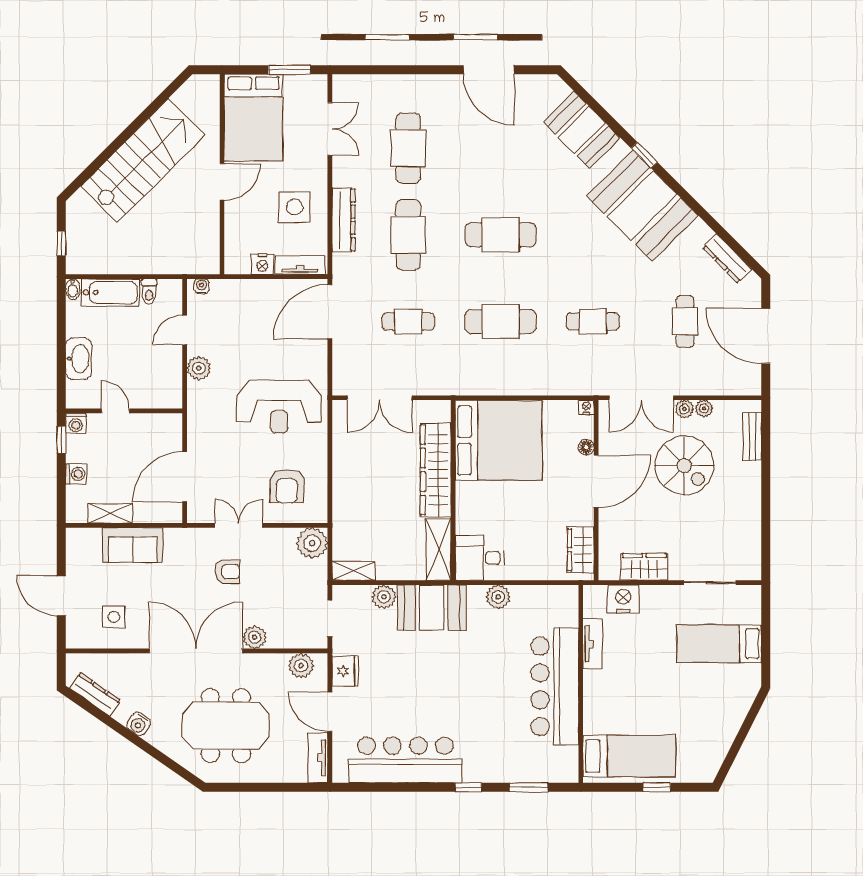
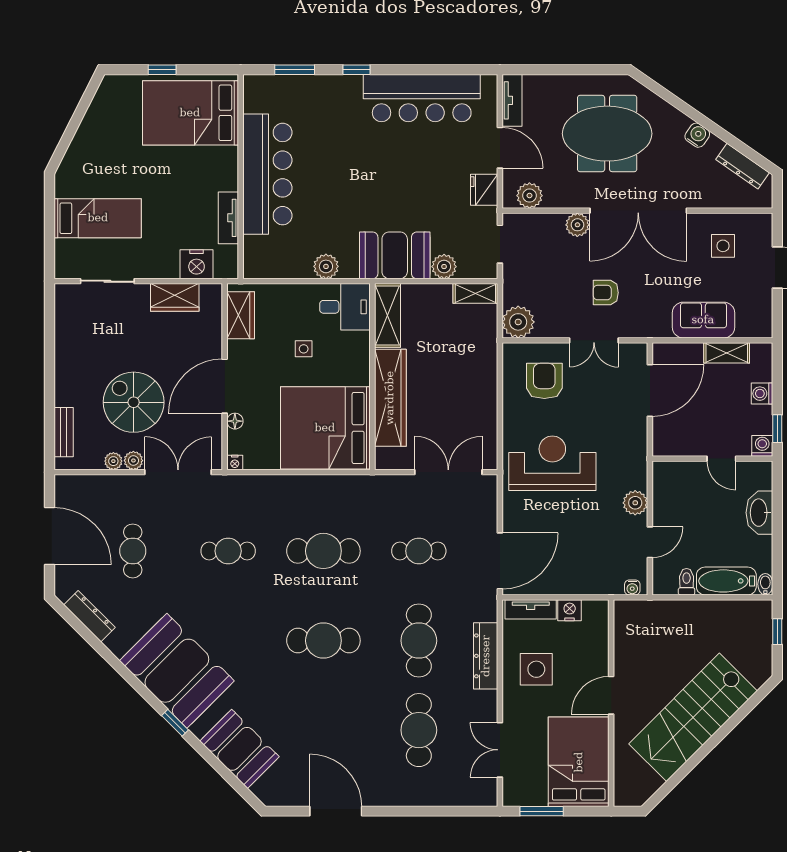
side table: (520, 517) -> (304, 349), added
bed: (629, 756) -> (190, 113), width x1.50

